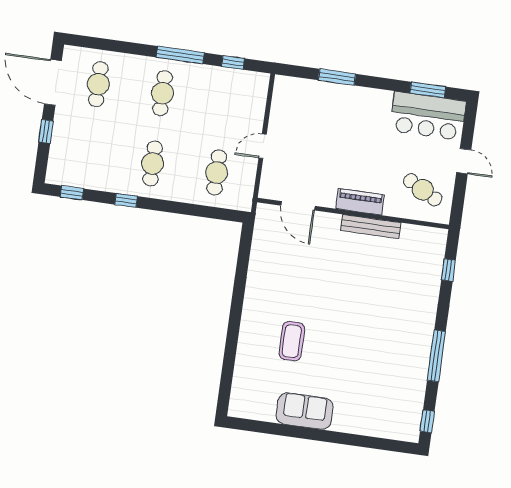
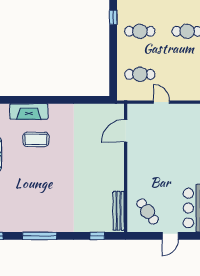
cafe table: (423, 190) -> (148, 212), turned -65
piano: (360, 202) -> (134, 171), removed
bench: (371, 227) -> (119, 211), moved
fireplace: (249, 346) -> (29, 111), added

